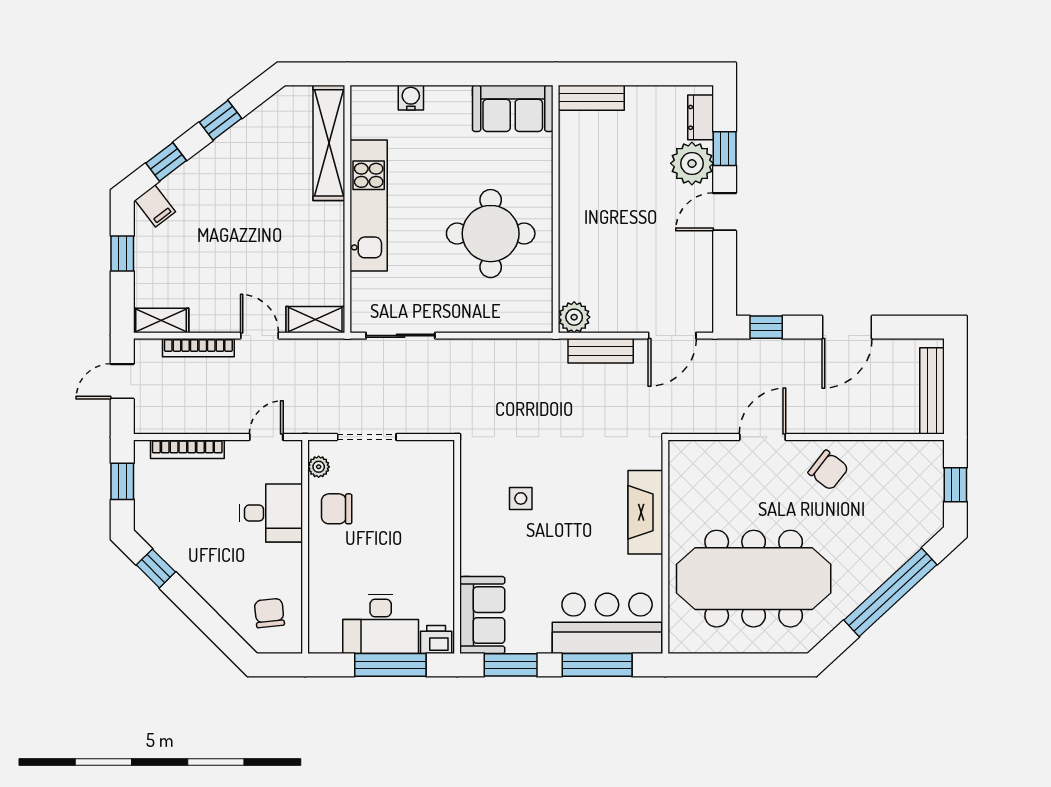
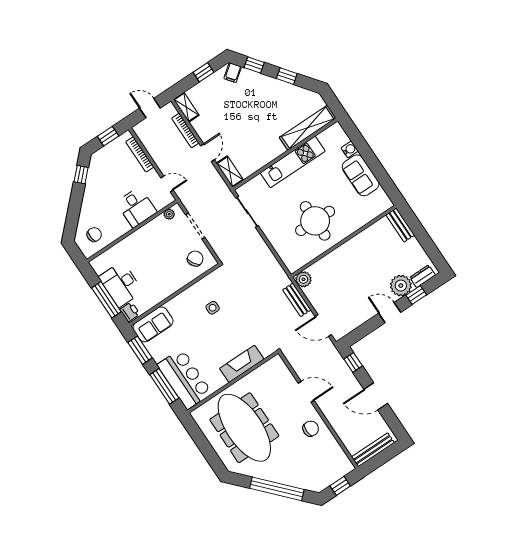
sofa: (513, 108) -> (361, 175), moved
chair: (828, 470) -> (311, 429), turned -128
chair: (337, 509) -> (195, 259), moved, turned 59

